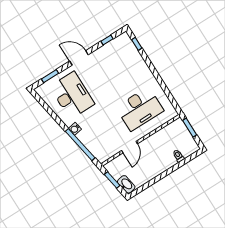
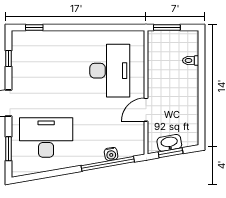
water cooler: (75, 129) -> (111, 154), moved
door: (130, 147) -> (146, 110), swing flipped
washbasin: (126, 184) -> (169, 143), moved

